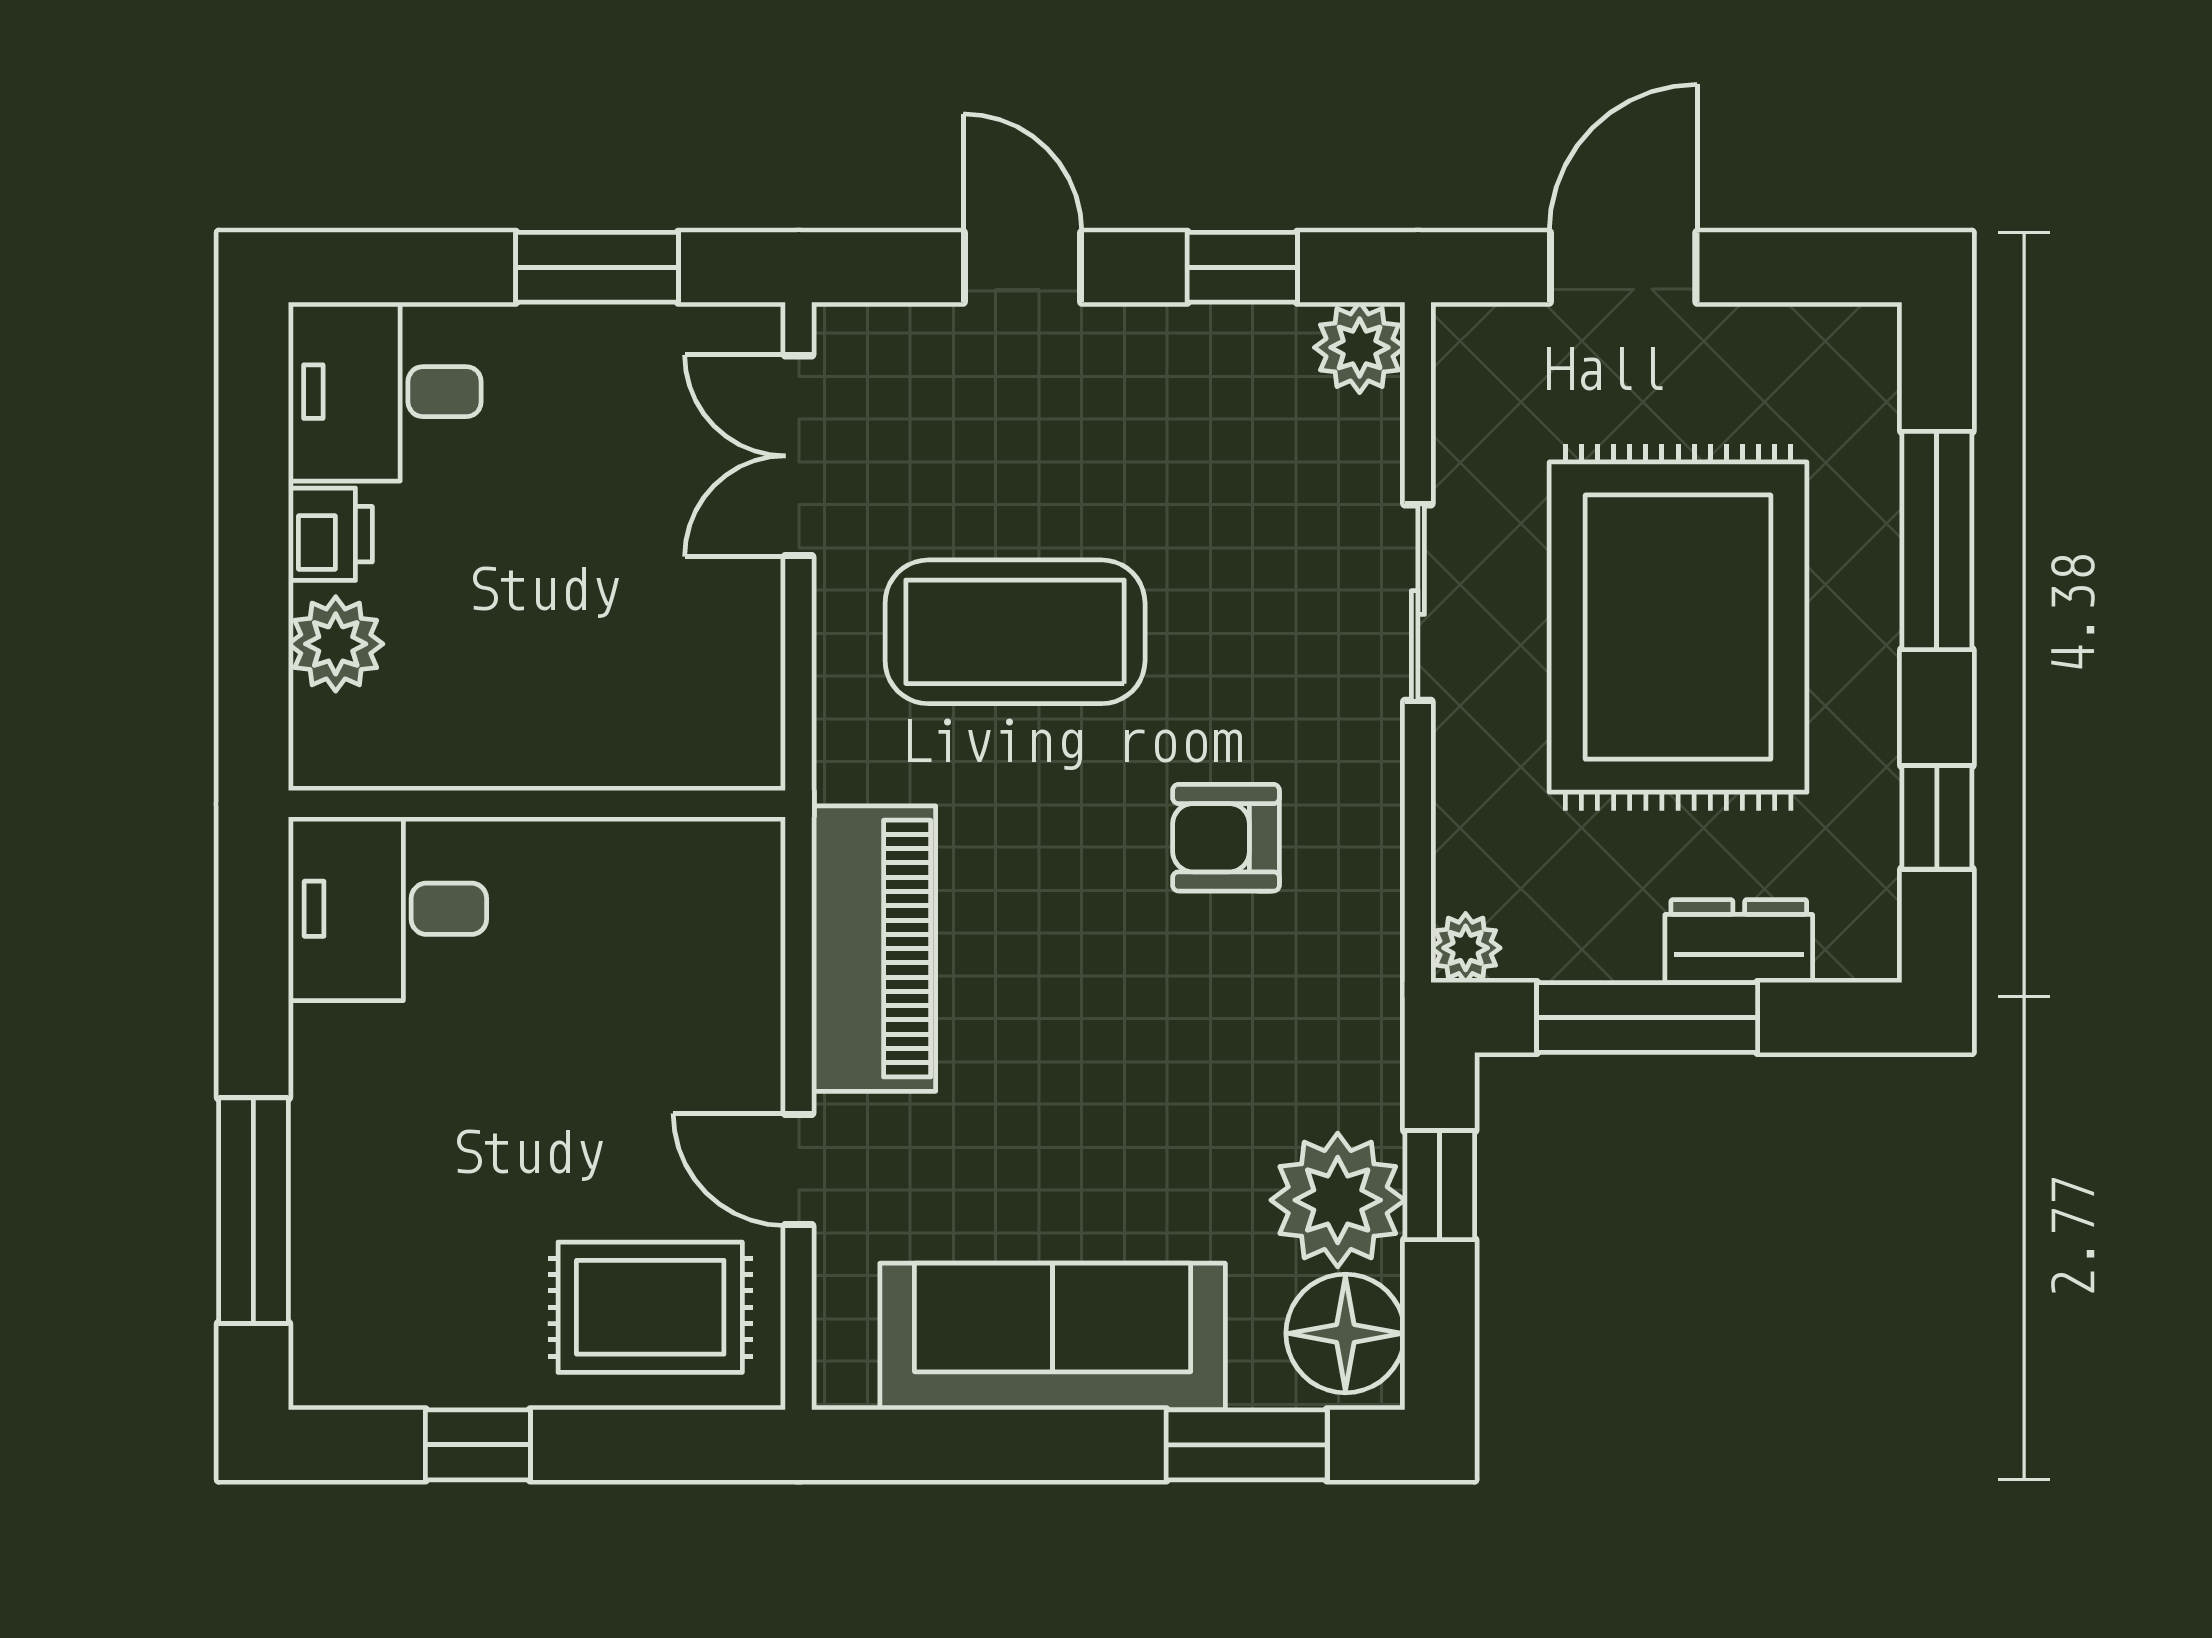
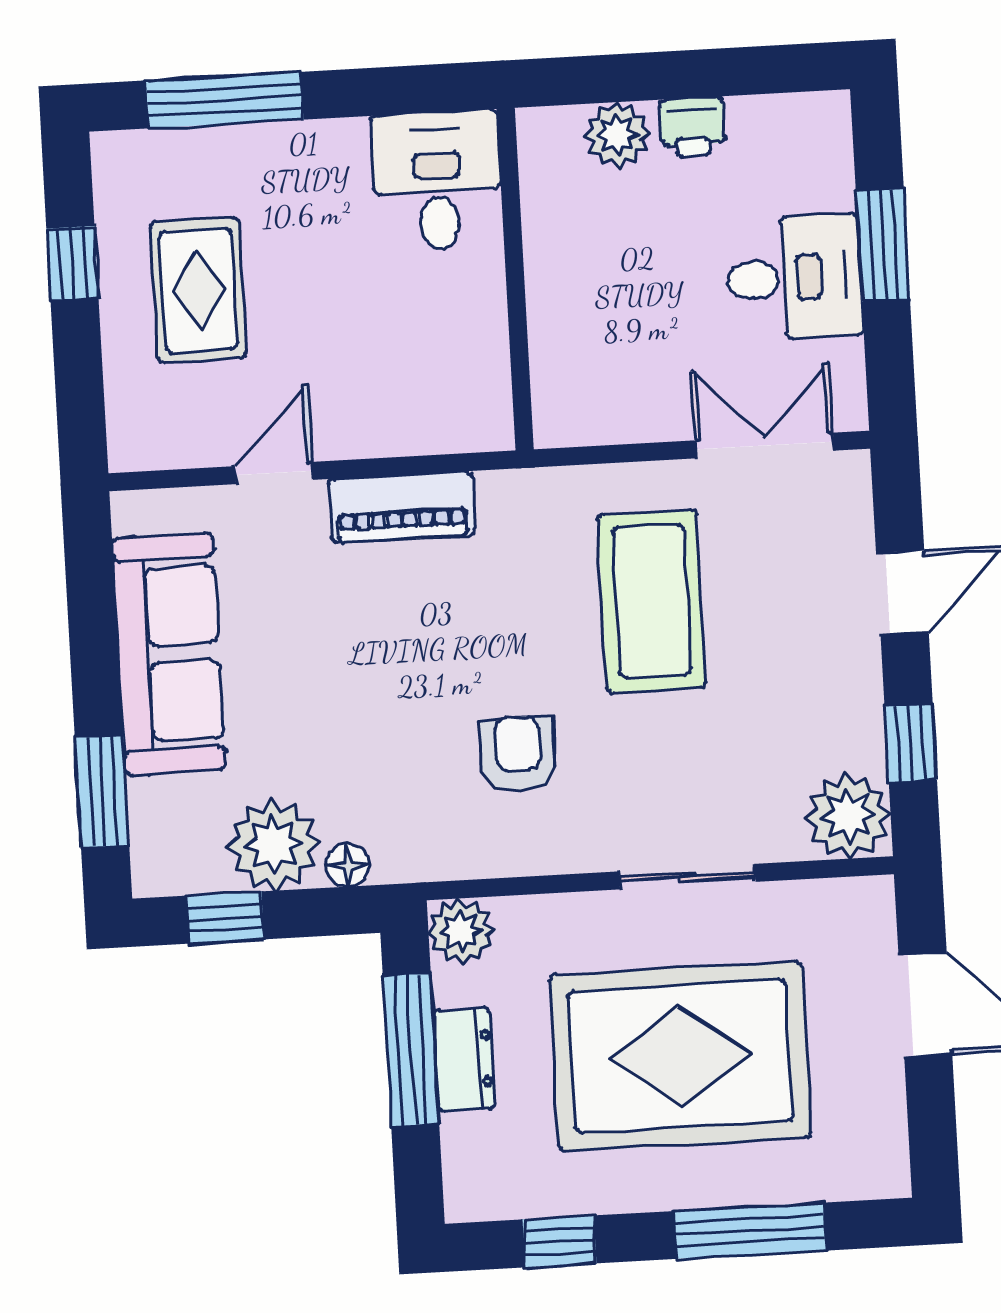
window: (597, 267) -> (883, 245), moved
plant: (1360, 347) -> (848, 816), width x1.36, depth x1.36
desk: (385, 392) -> (794, 277), moved, turned 90
dresser: (1739, 941) -> (464, 1060), moved
plant: (1466, 948) -> (461, 931), width x1.38, depth x1.38
piano: (874, 949) -> (402, 507), width x0.73, depth x0.75
window: (1440, 1185) -> (225, 918), moved
rug: (650, 1307) -> (198, 290), moved
floor lamp: (1345, 1333) -> (348, 865), moved, width x0.53, depth x0.53

